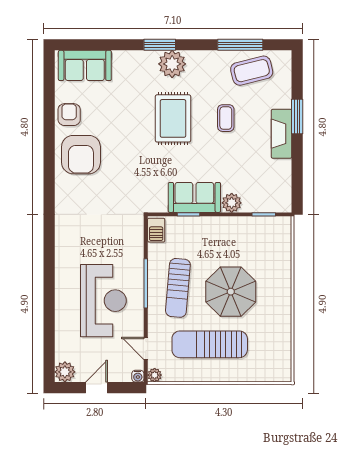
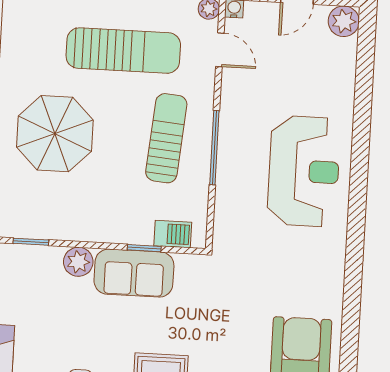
barbecue: (156, 230) -> (173, 234), moved, turned 90
parasol: (231, 292) -> (55, 134), moved
reception desk: (103, 301) -> (304, 171), moved, turned 180

